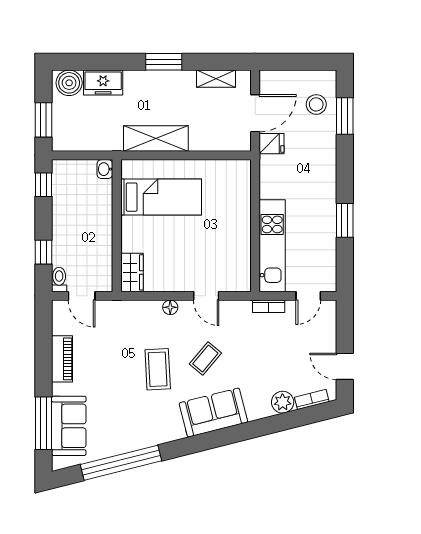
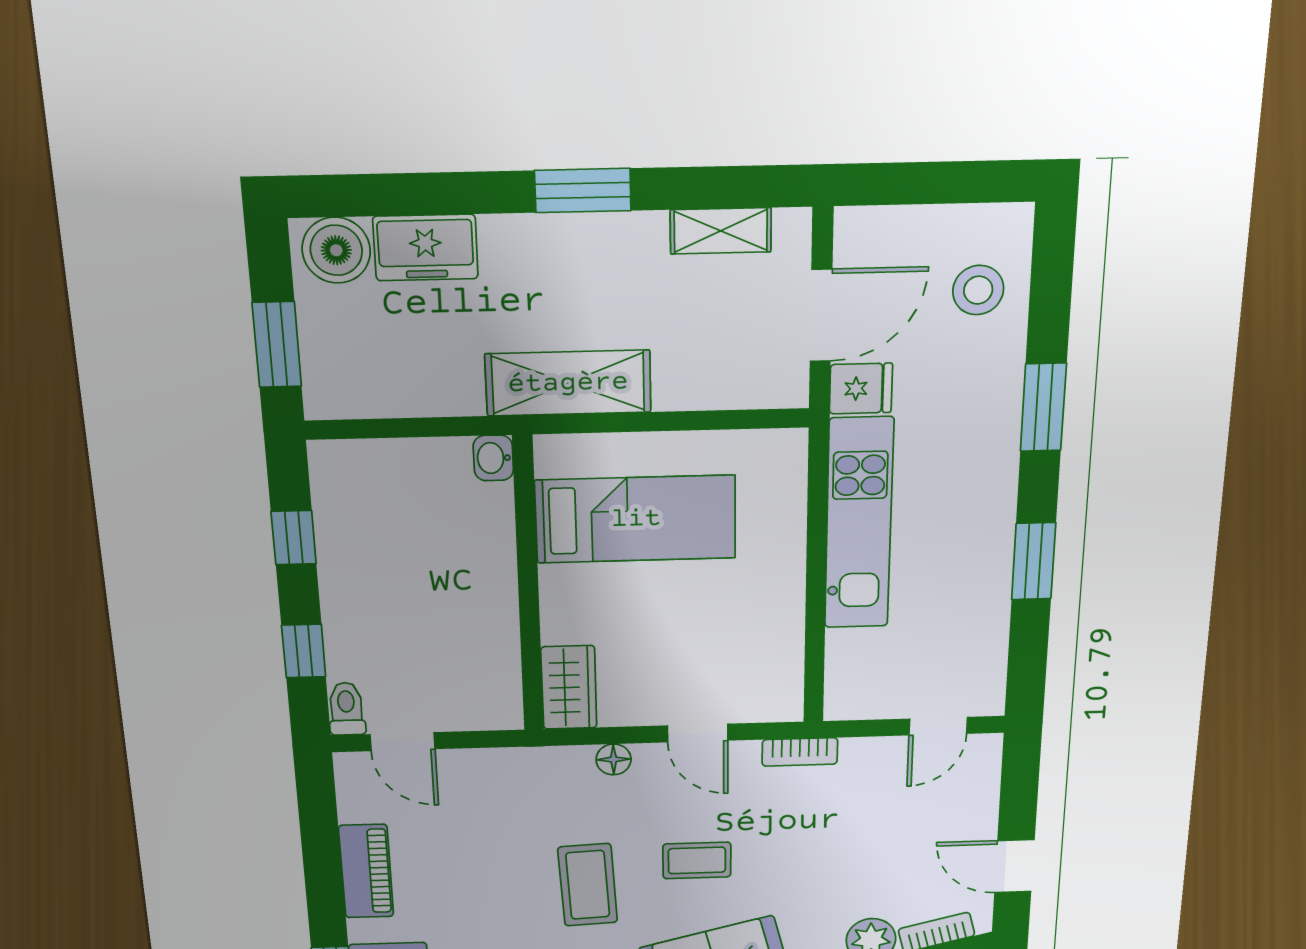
window: (345, 116) -> (1043, 407), moved
washbasin: (105, 169) -> (493, 458), moved
window: (43, 185) -> (294, 538), moved
bed: (161, 197) -> (636, 519), moved
wall: (117, 226) -> (528, 586), moved
kitchen unit: (272, 246) -> (859, 524), moved
wardrobe: (132, 272) -> (569, 687), moved
bookcase: (269, 306) -> (800, 752), moved
coffee table: (205, 358) -> (697, 860), turned 50

